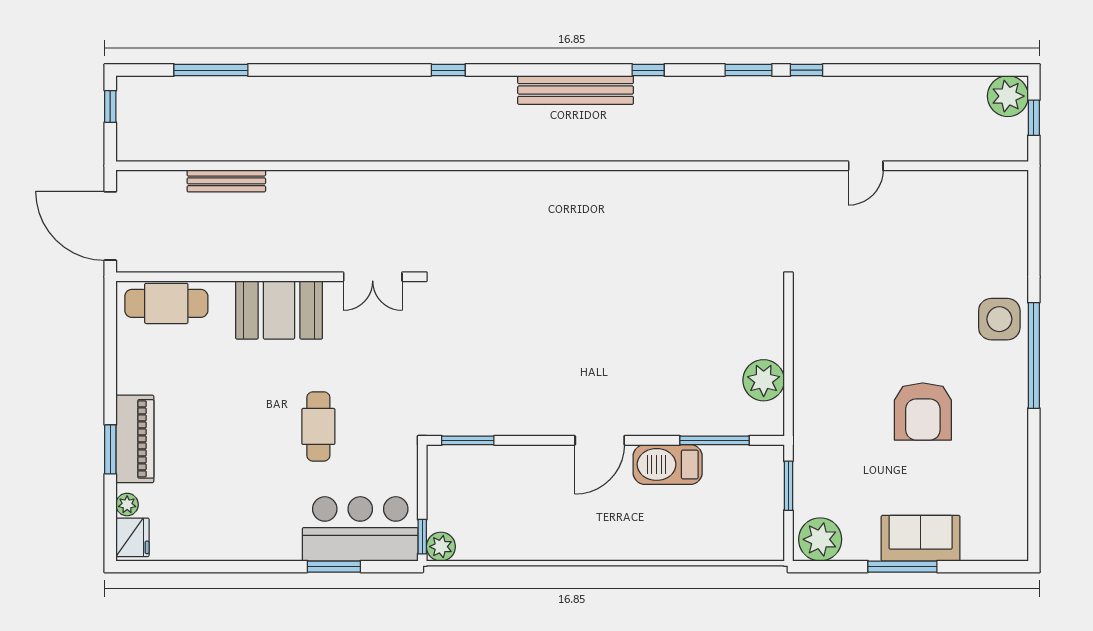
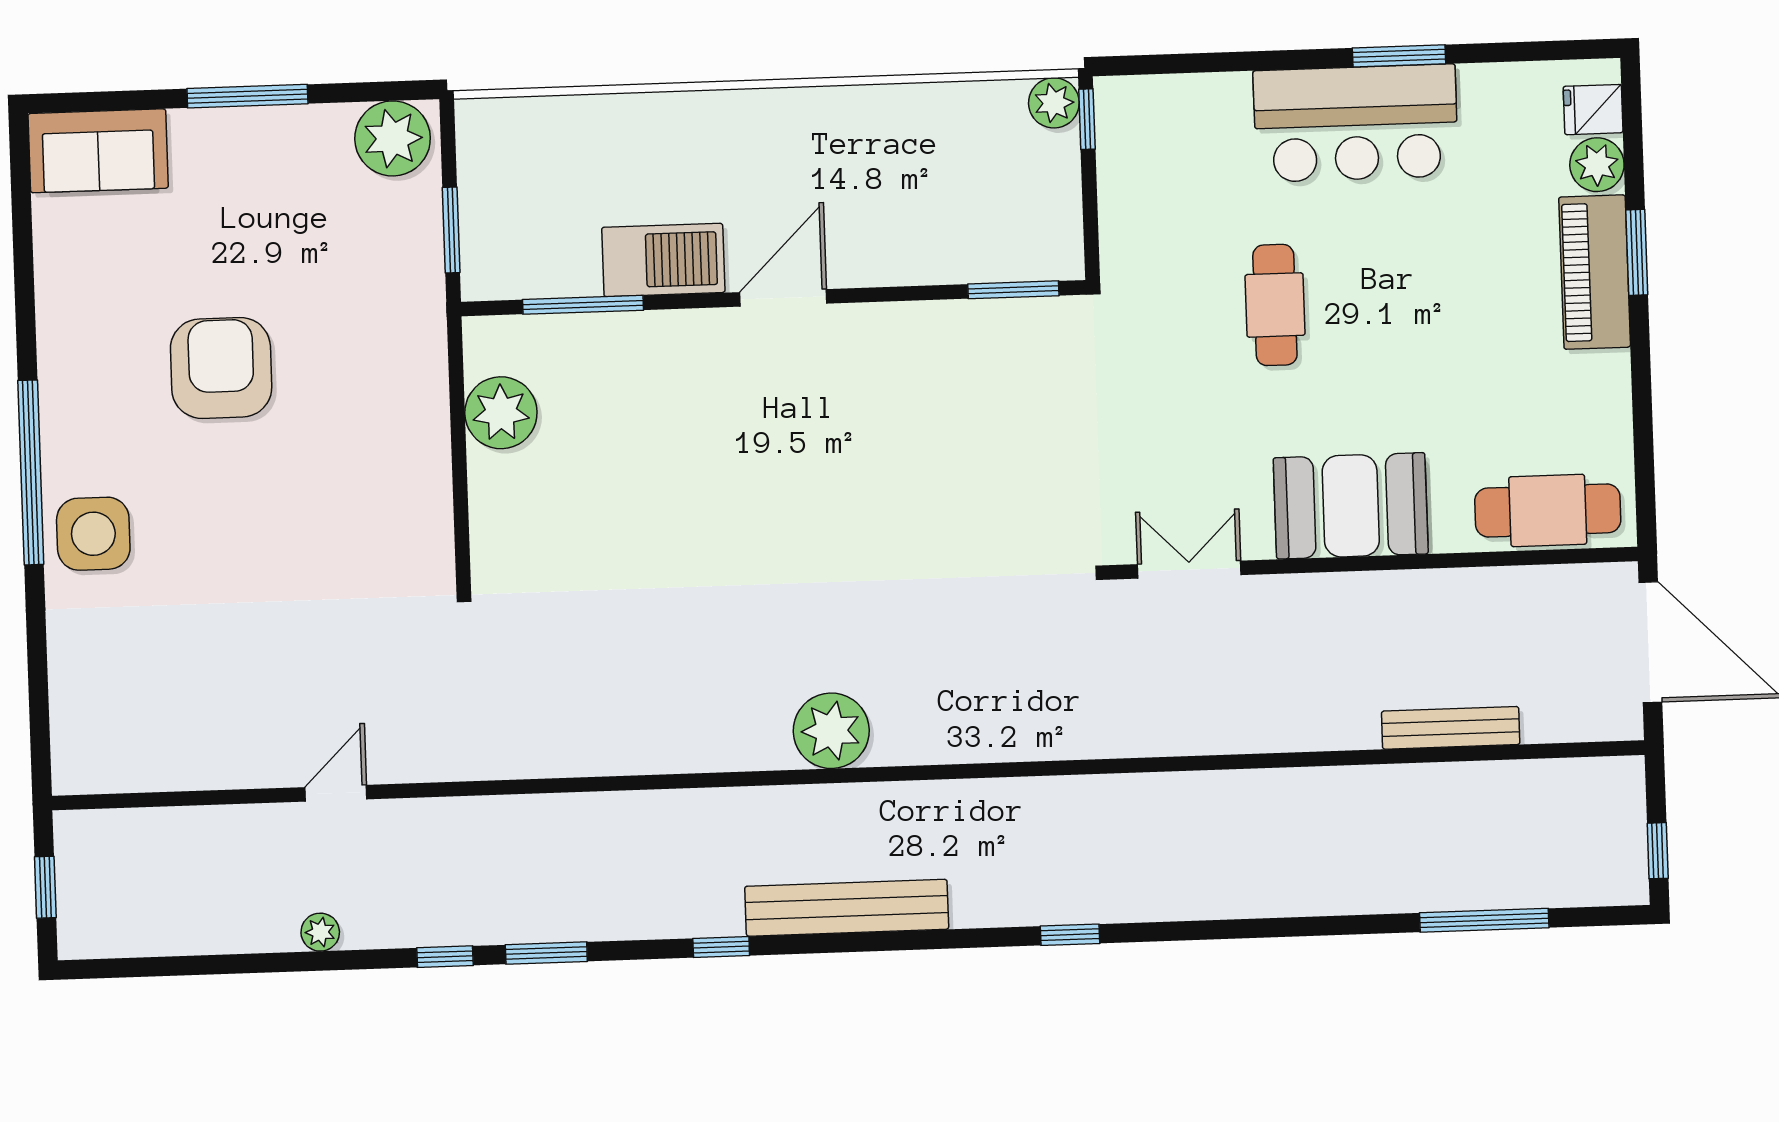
plant: (1008, 96) -> (320, 932), moved, width x0.53, depth x0.53
plant: (581, 192) -> (831, 731), added
plant: (127, 505) -> (1597, 165), width x1.38, depth x1.38
bar counter: (360, 529) -> (1356, 123), moved
fridge: (132, 537) -> (1593, 110), width x0.72
sofa: (921, 538) -> (98, 151), moved
window: (334, 567) -> (1399, 56), moved

